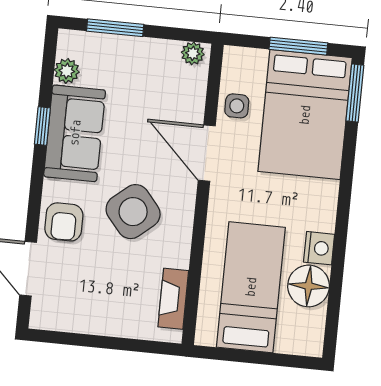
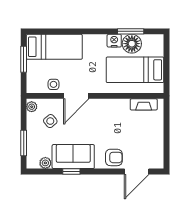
window: (355, 93) -> (131, 31), moved
bed: (305, 115) -> (54, 47), width x0.67
side table: (133, 212) -> (50, 121), moved, width x0.54, depth x0.54

